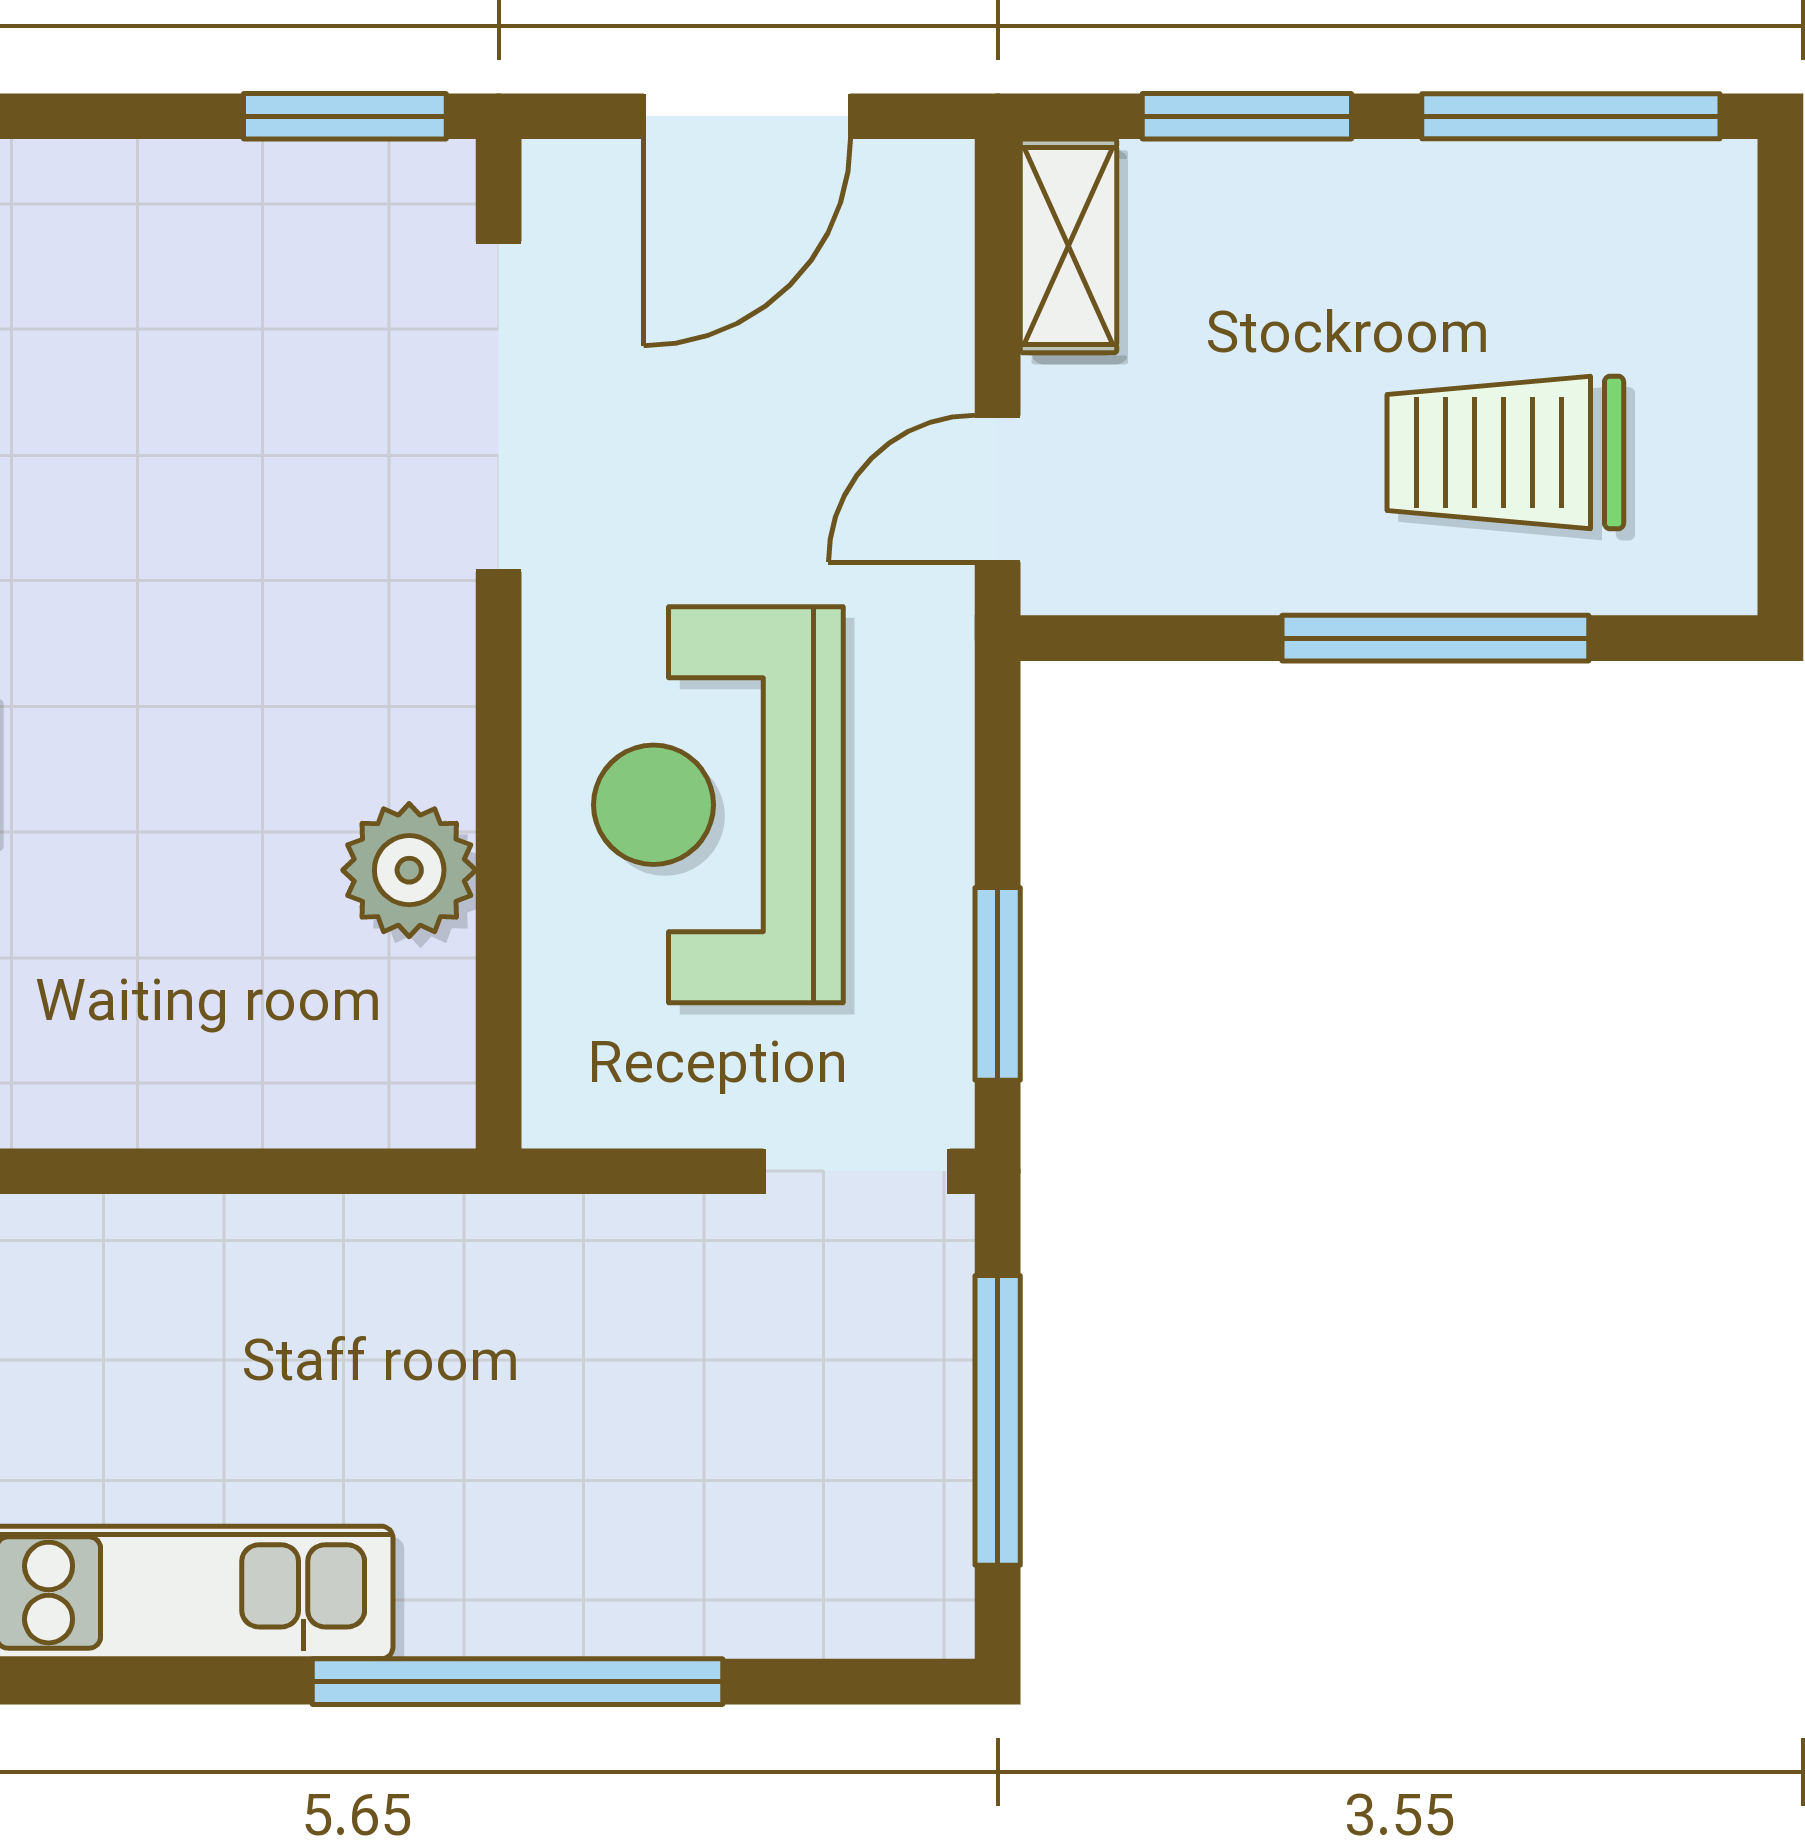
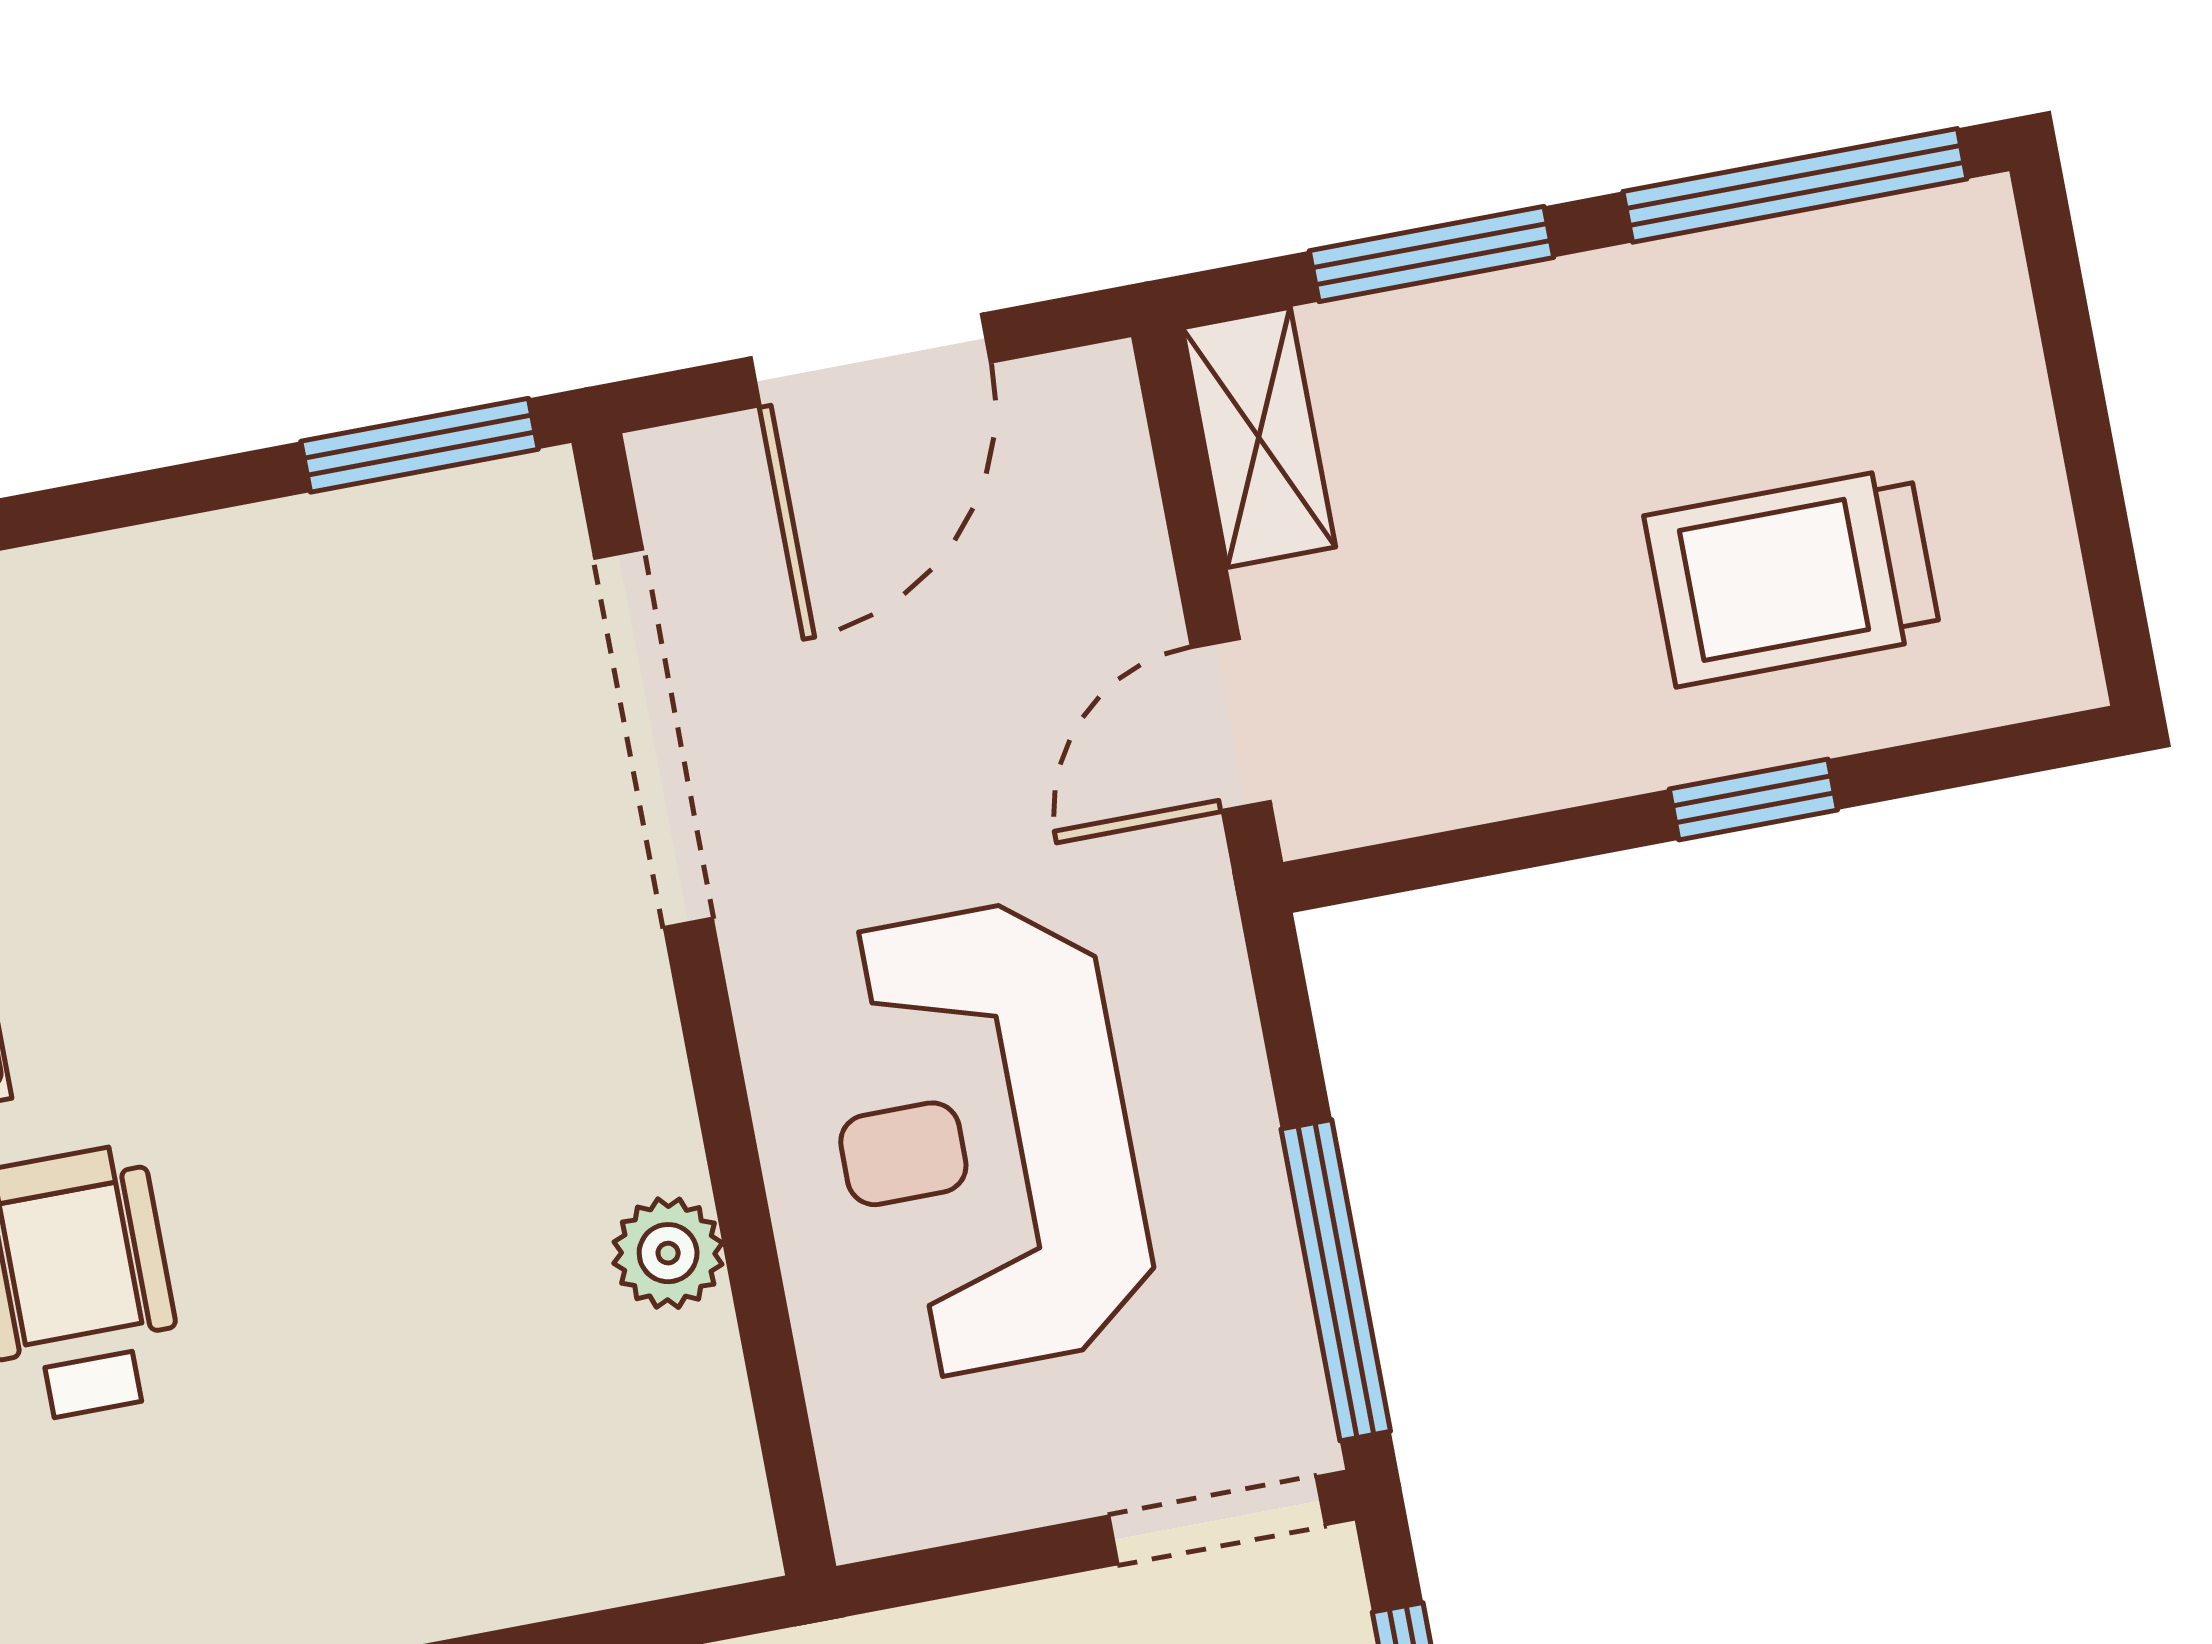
window: (1435, 638) -> (1753, 799), width x0.46
plant: (409, 870) -> (668, 1253), width x0.73, depth x0.73
window: (998, 984) -> (1336, 1280), width x1.44

